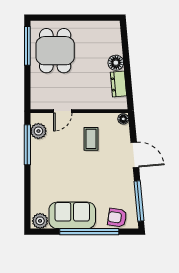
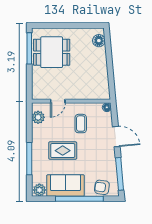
dining table: (55, 51) -> (52, 52), turned 90
floor lamp: (116, 63) -> (99, 41), moved
dresser: (118, 84) -> (103, 79), removed
window: (27, 145) -> (29, 159), moved
rug: (69, 172) -> (63, 151), added

